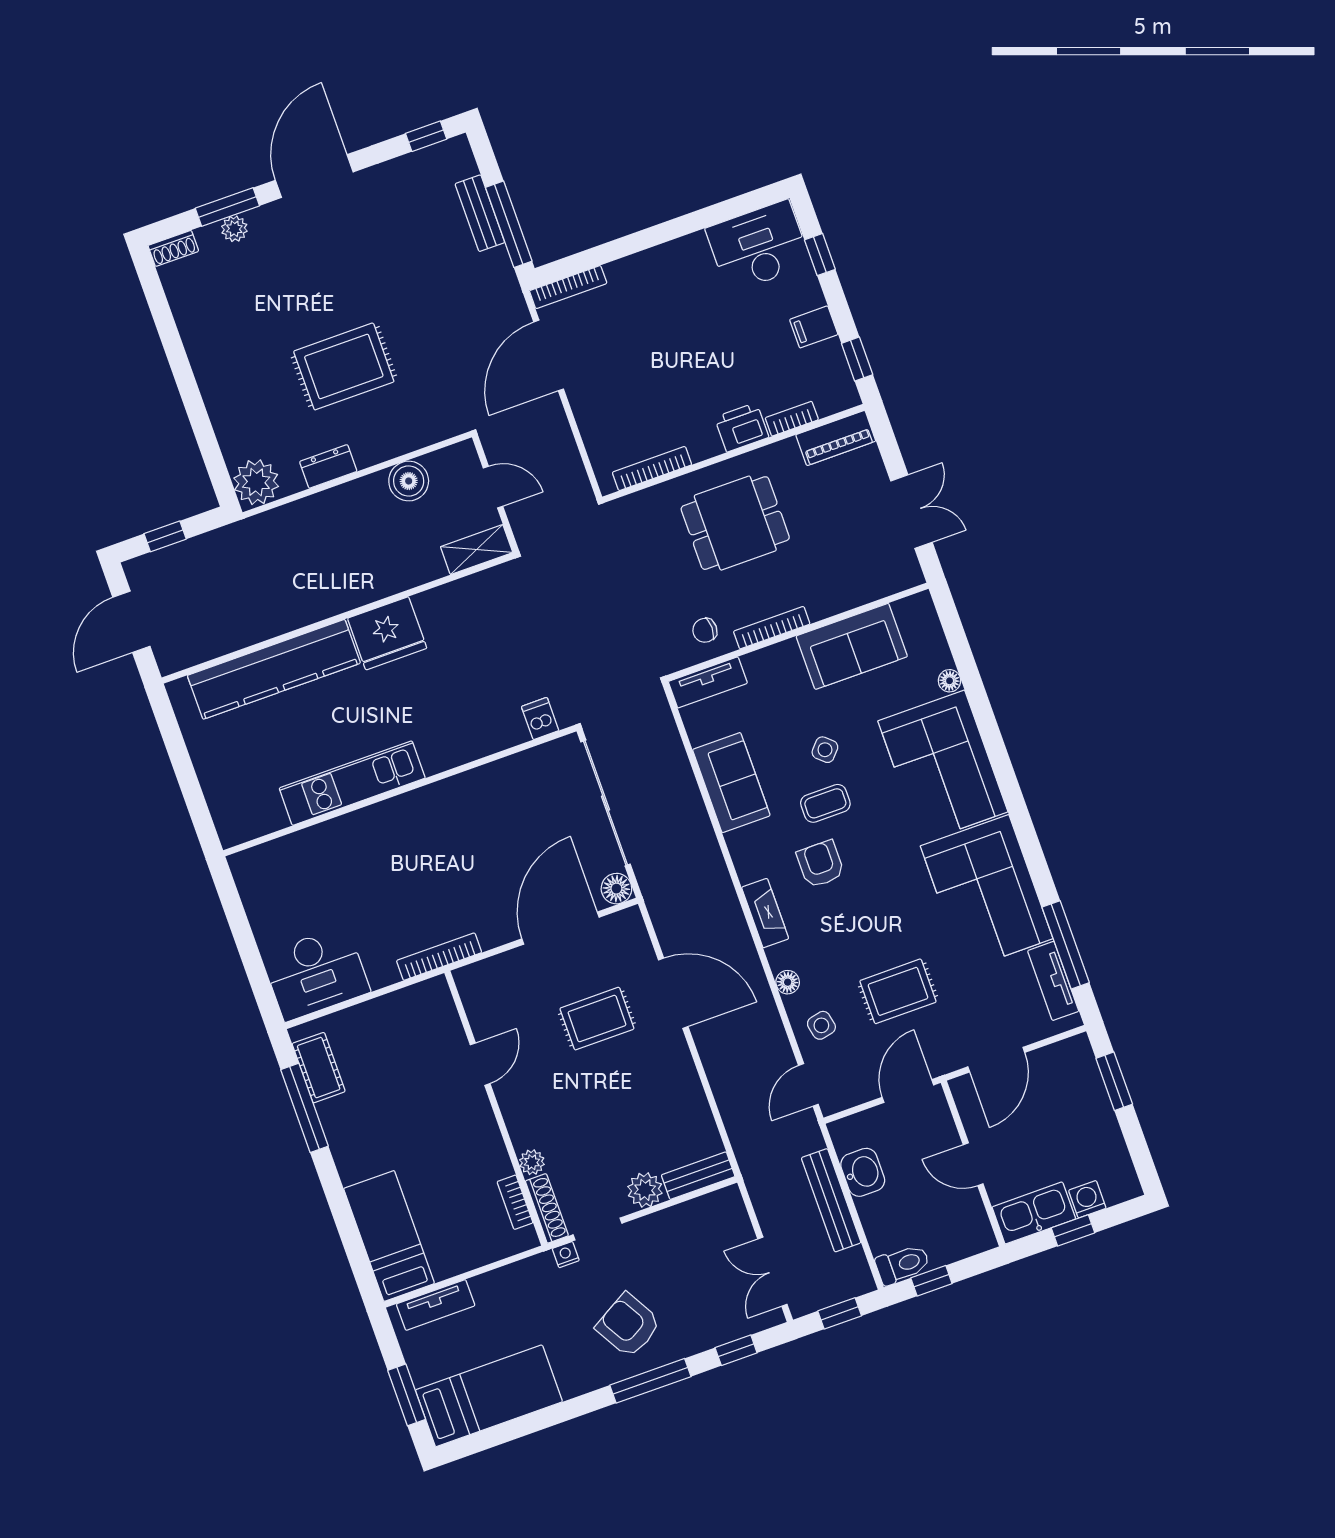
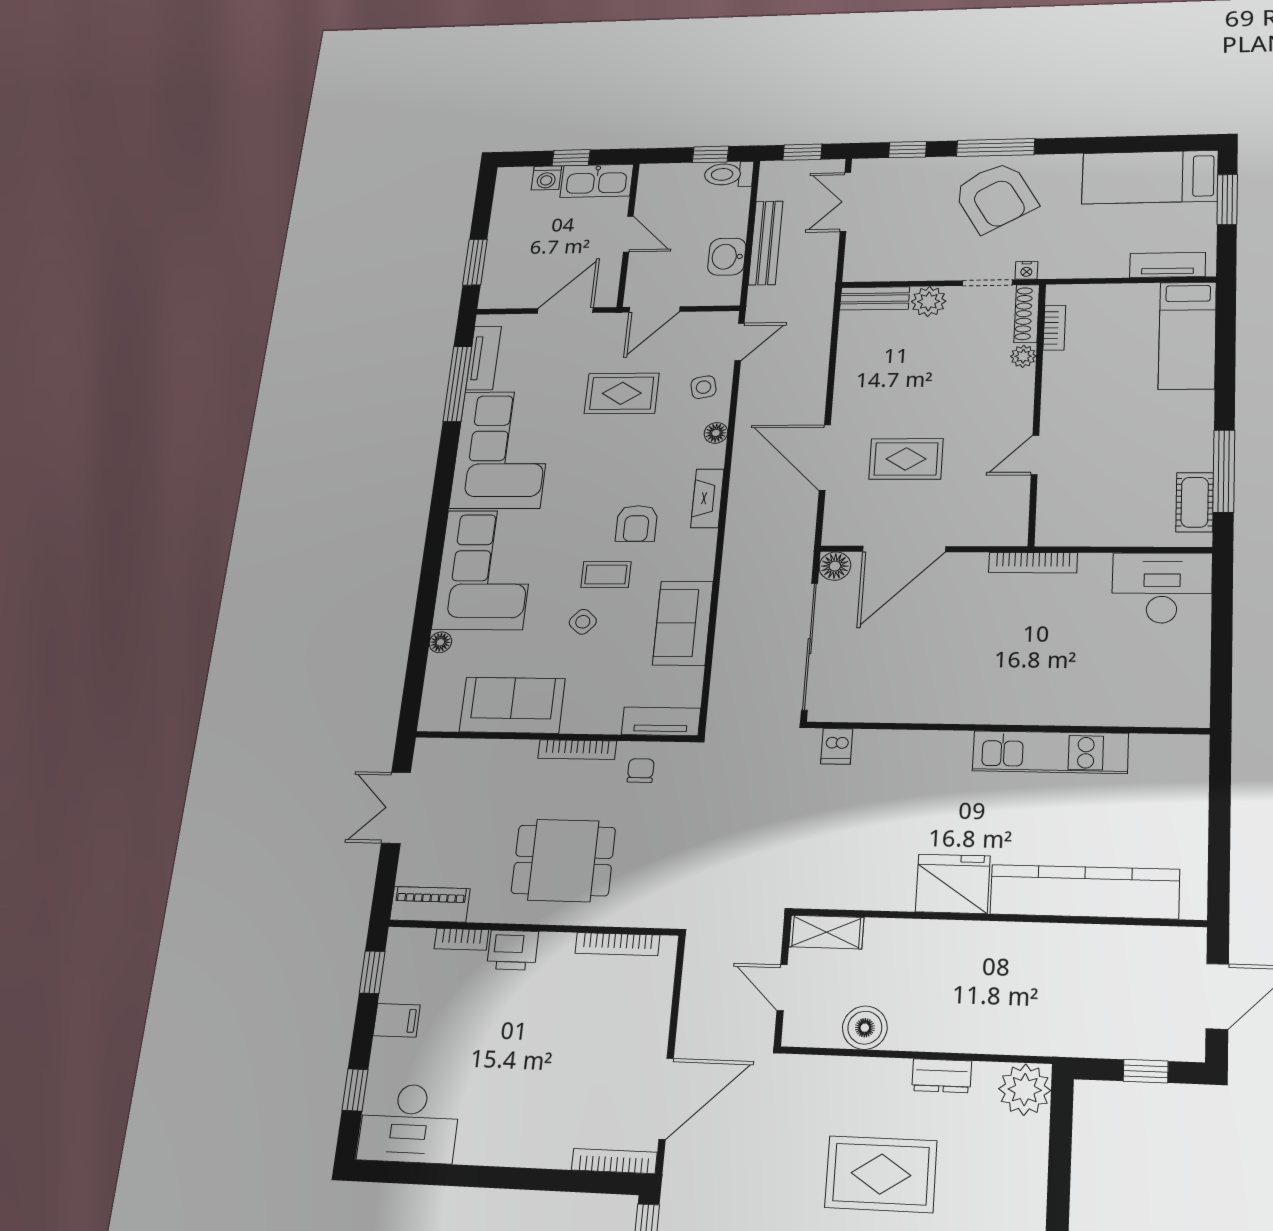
chair: (705, 630) -> (641, 771), turned -90
double door: (772, 1272) -> (845, 202), swing flipped
armchair: (628, 1325) -> (995, 197), width x1.36, depth x1.36

